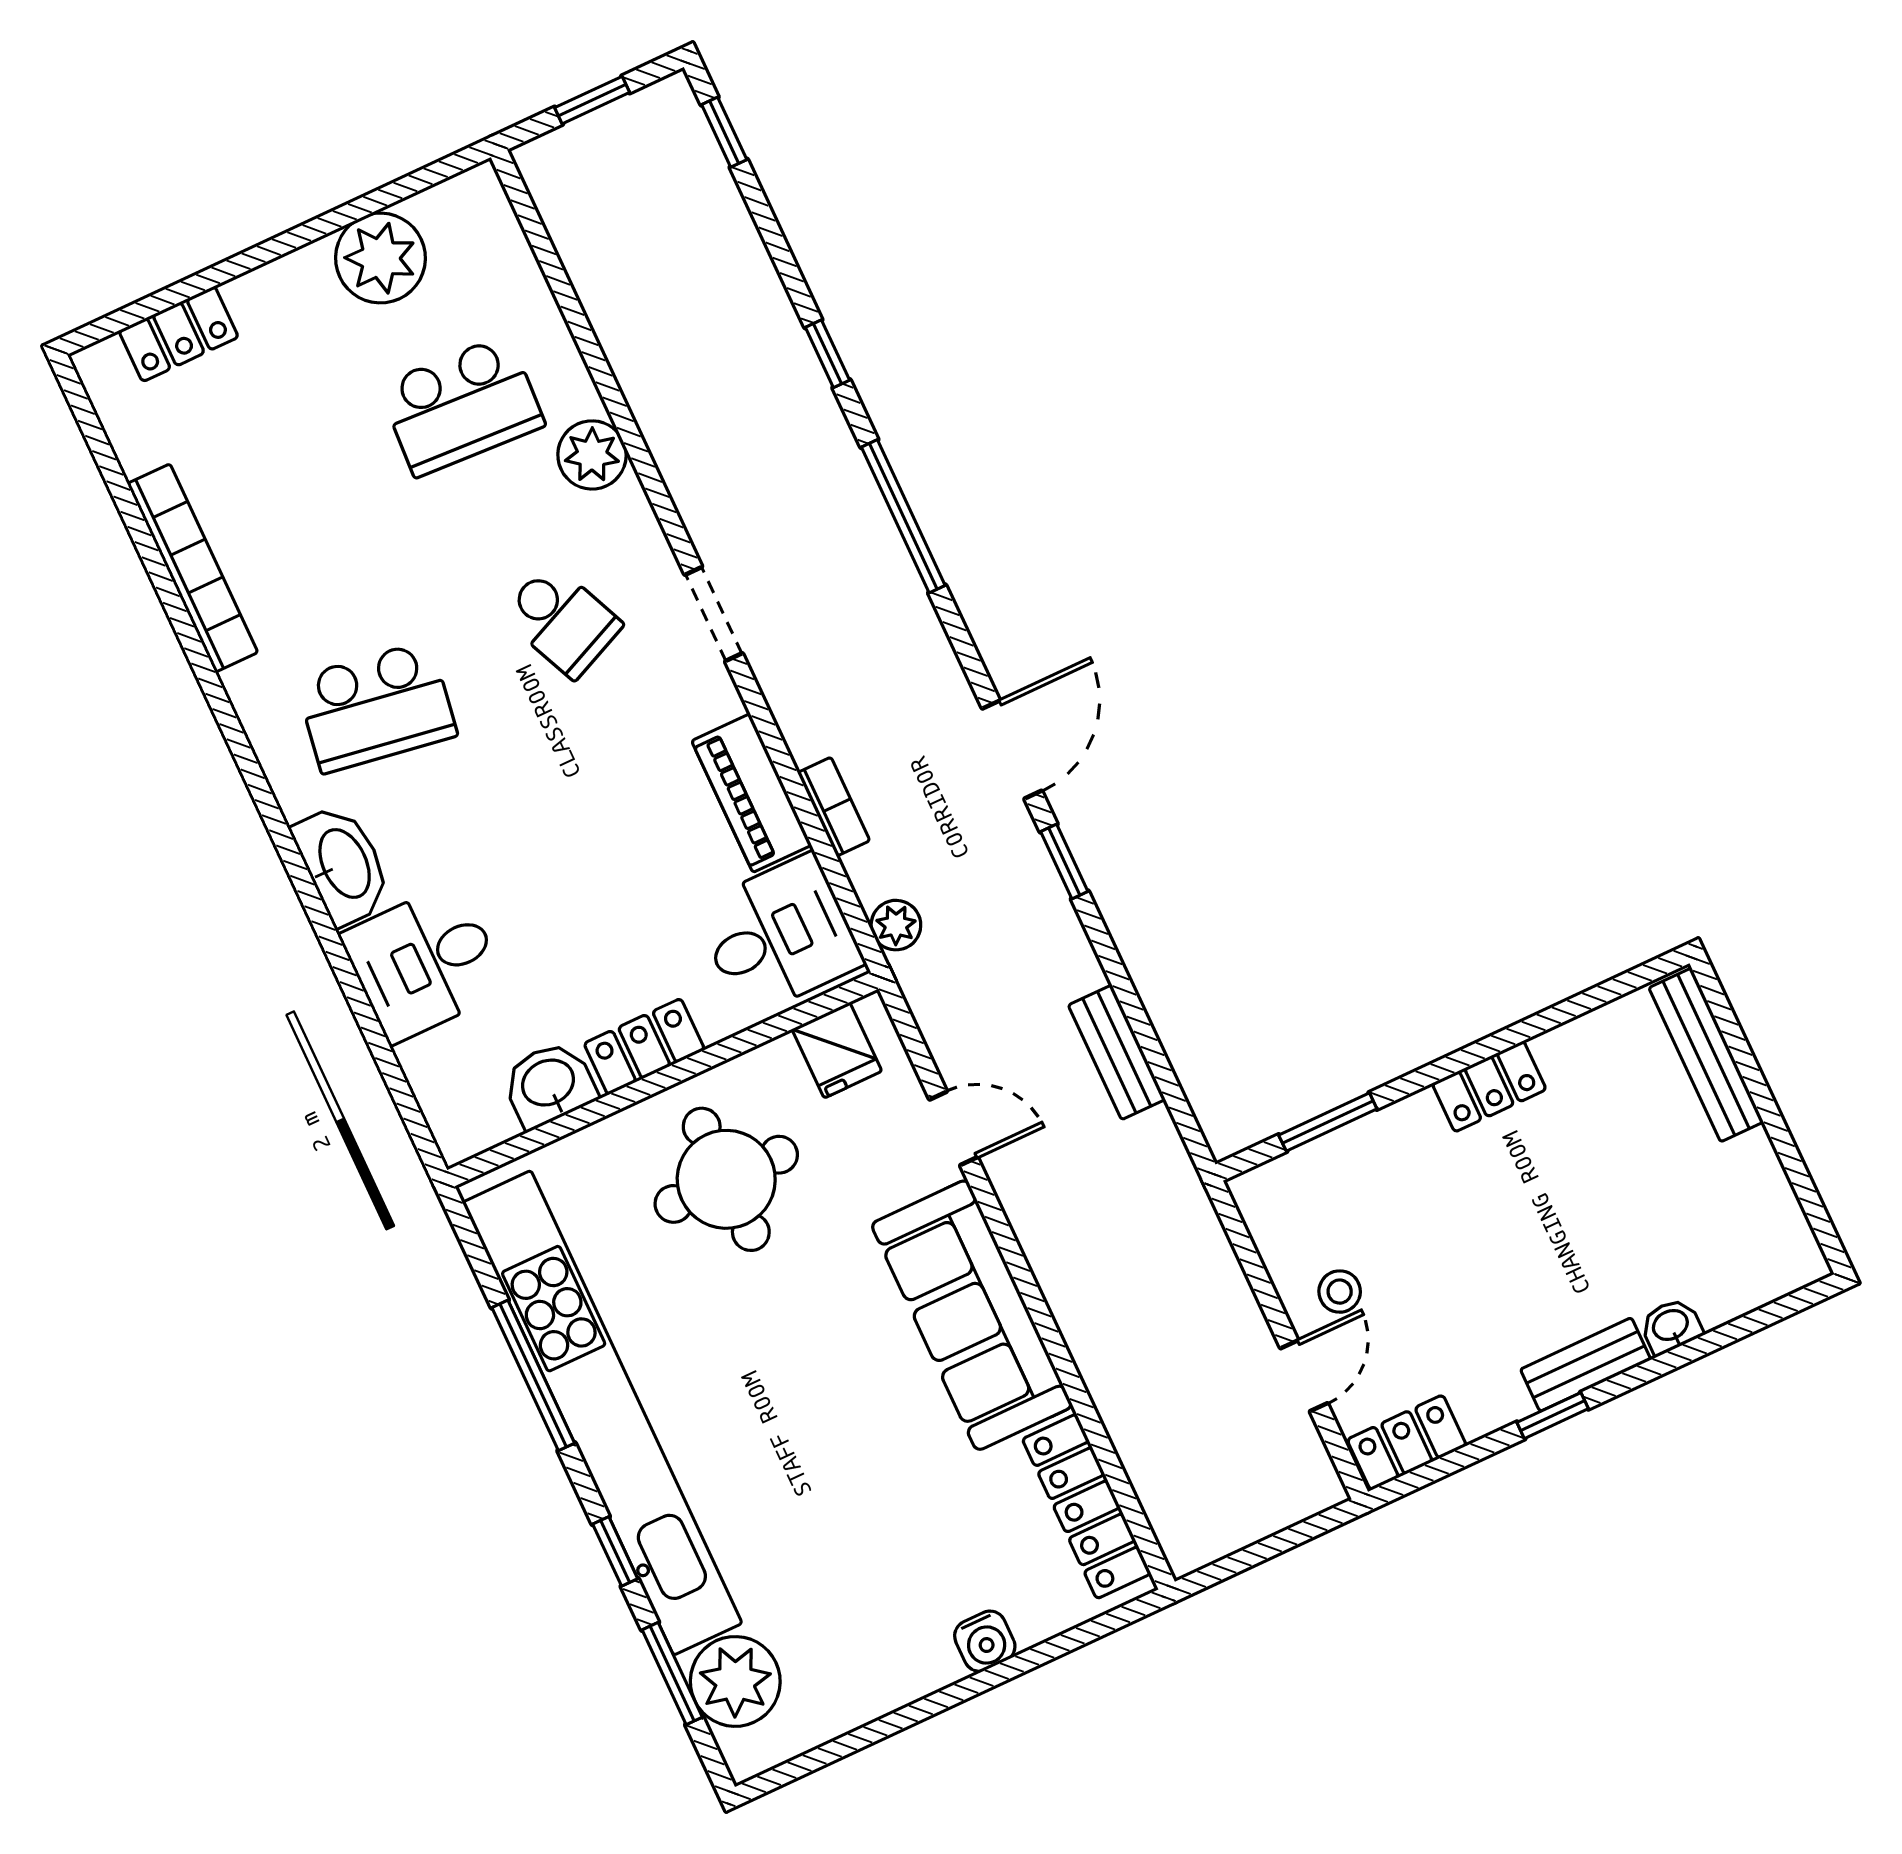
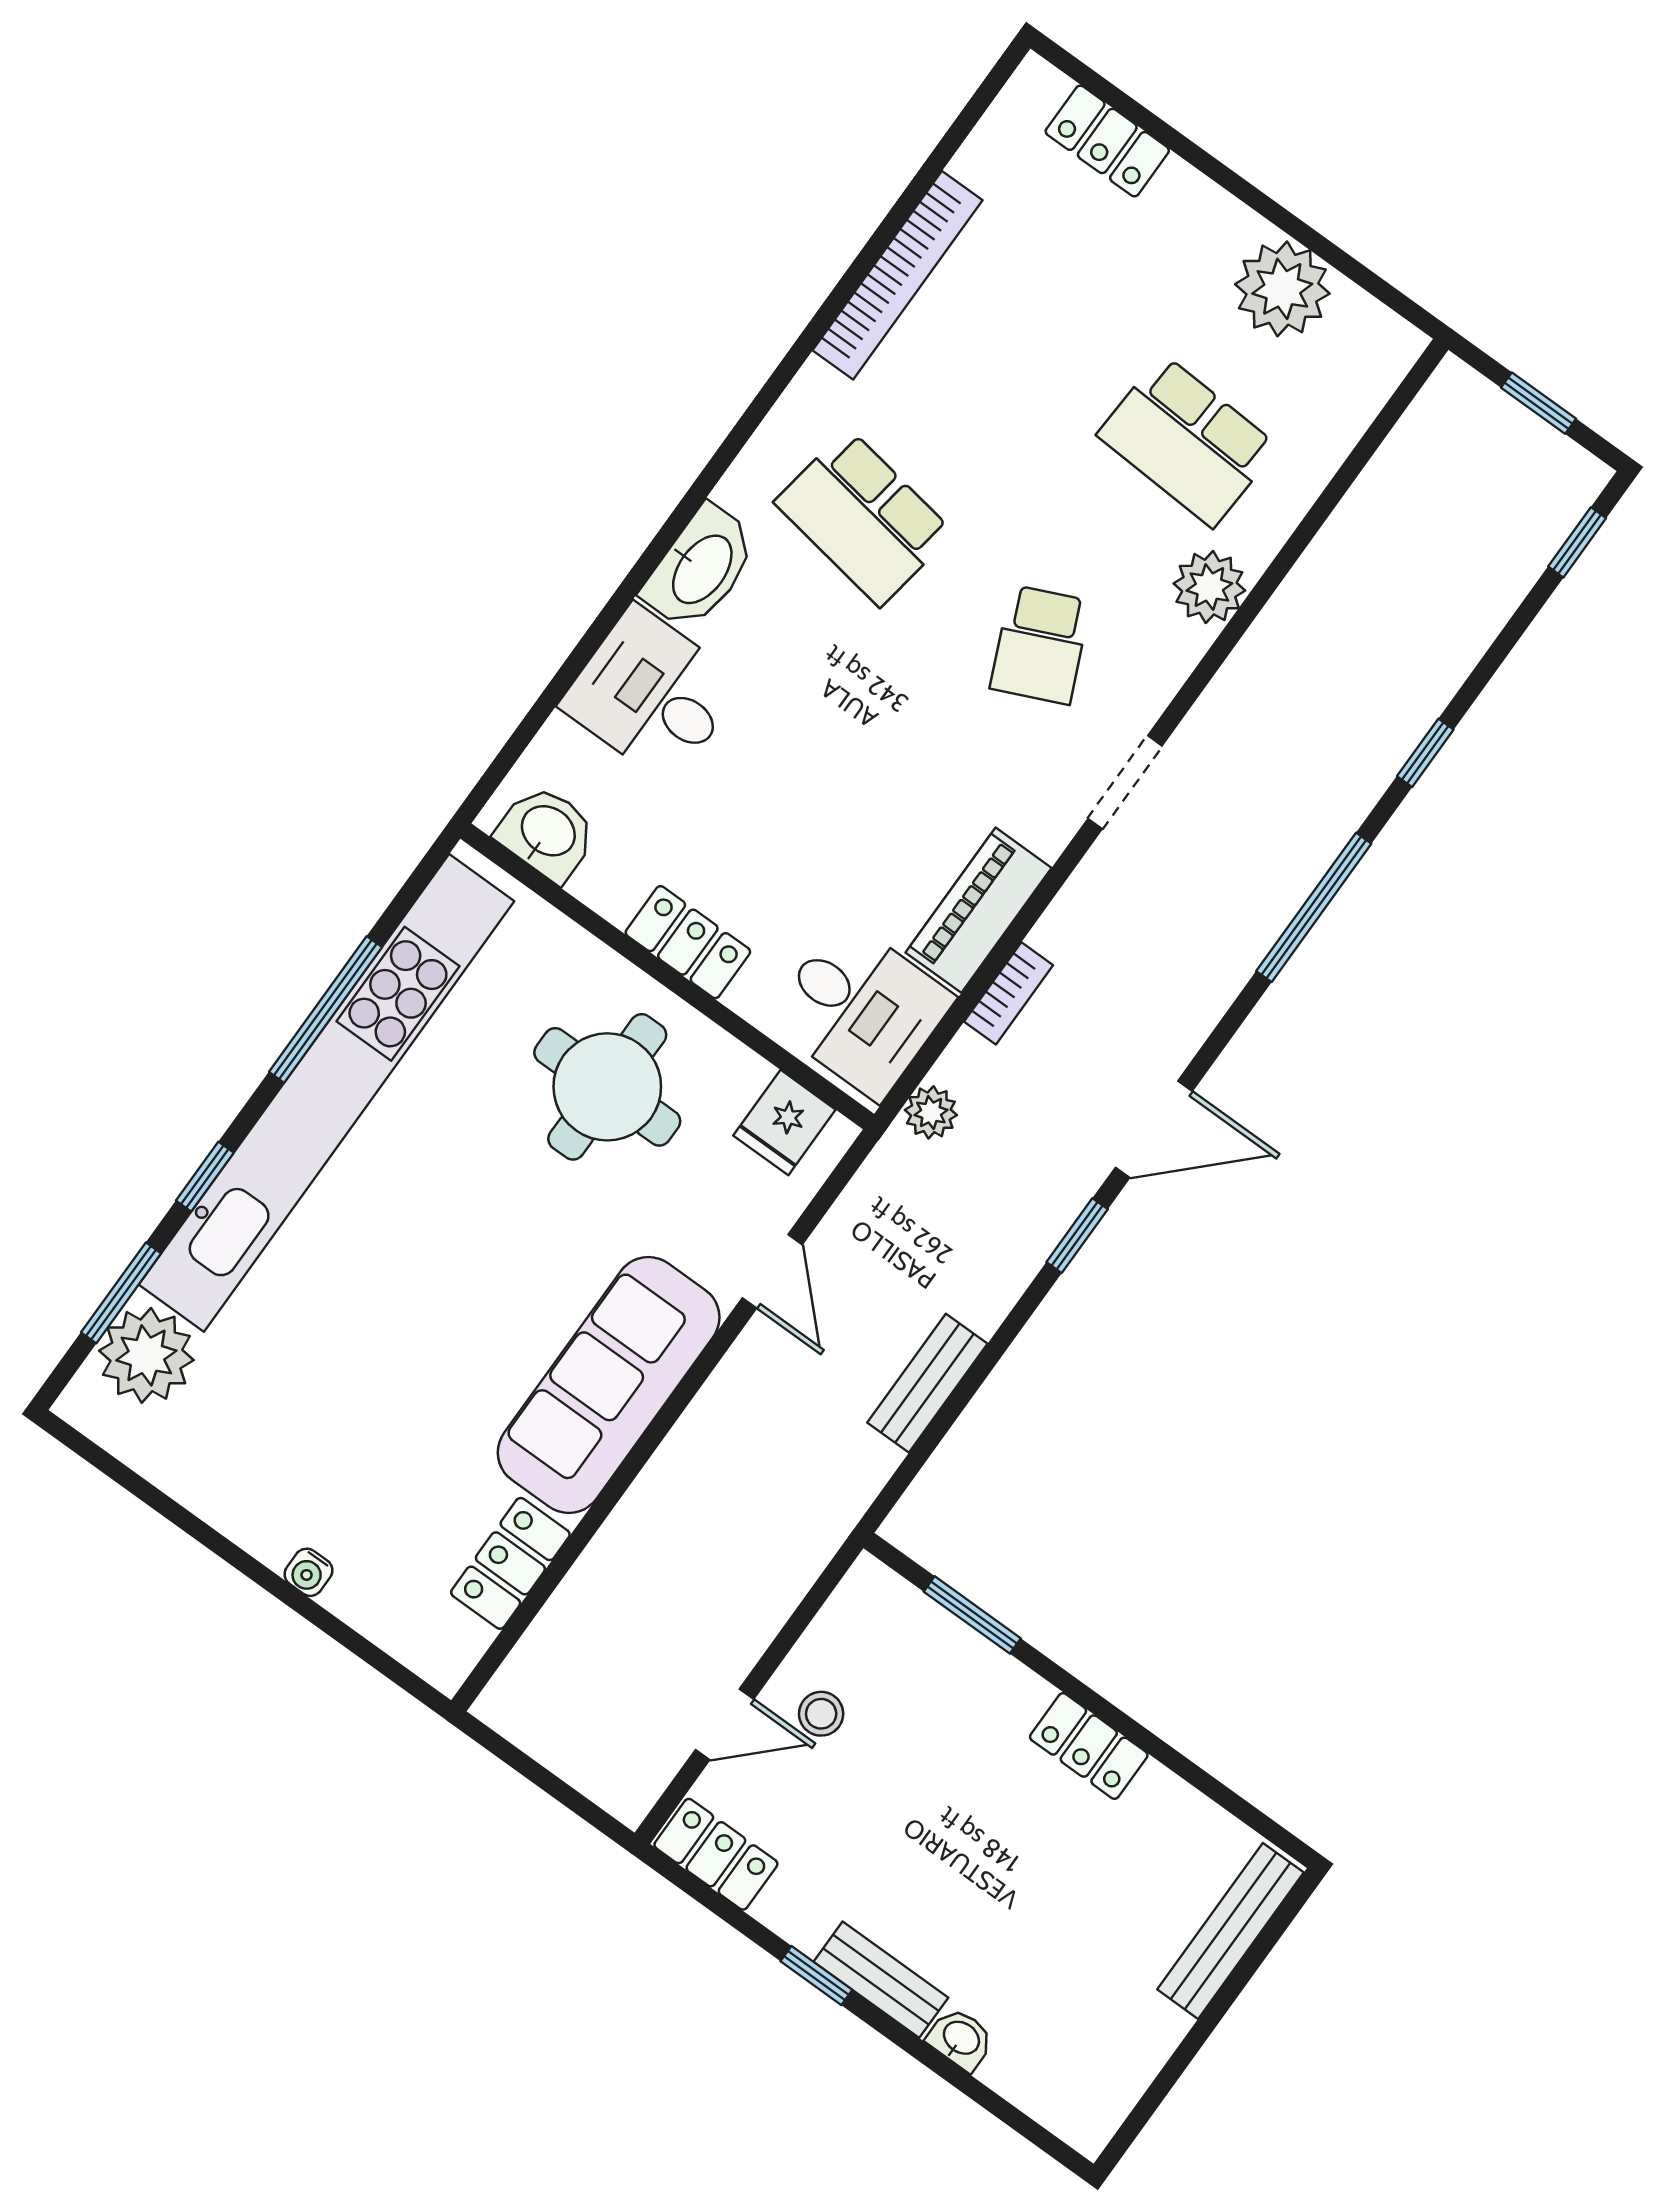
washbasin: (549, 1084) -> (547, 833), moved
locker: (1087, 1506) -> (510, 1563), width x0.66
water cooler: (985, 1641) -> (308, 1572), width x0.72, depth x0.72

